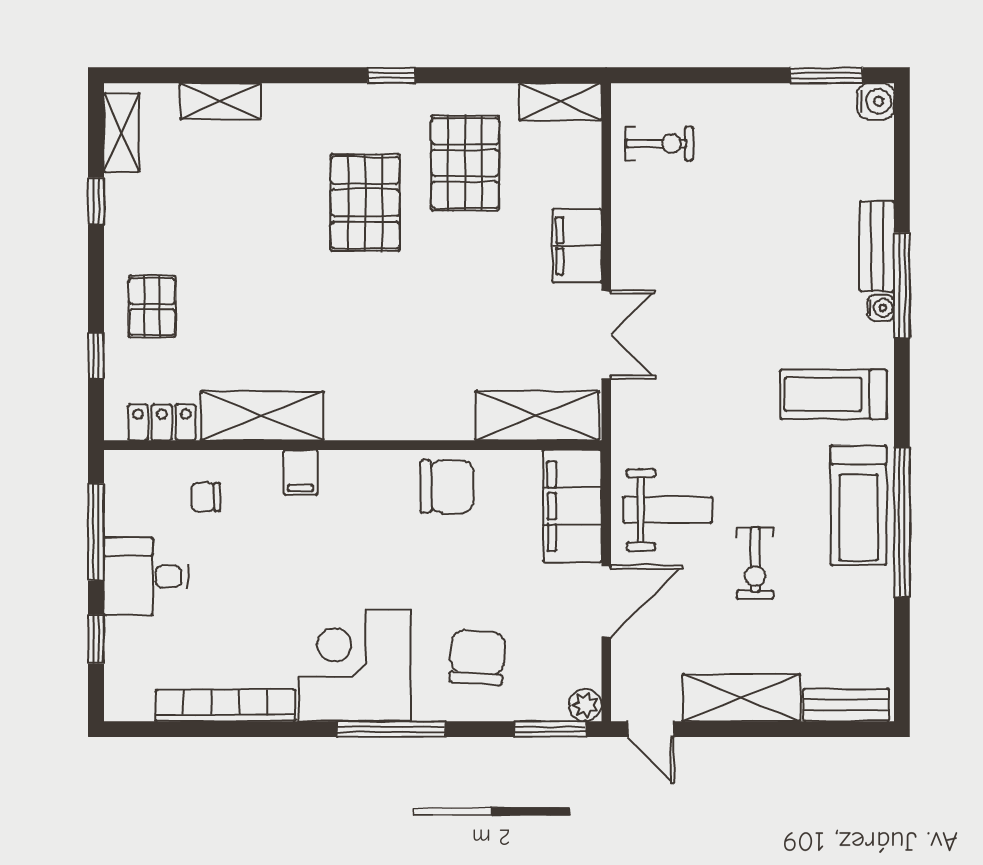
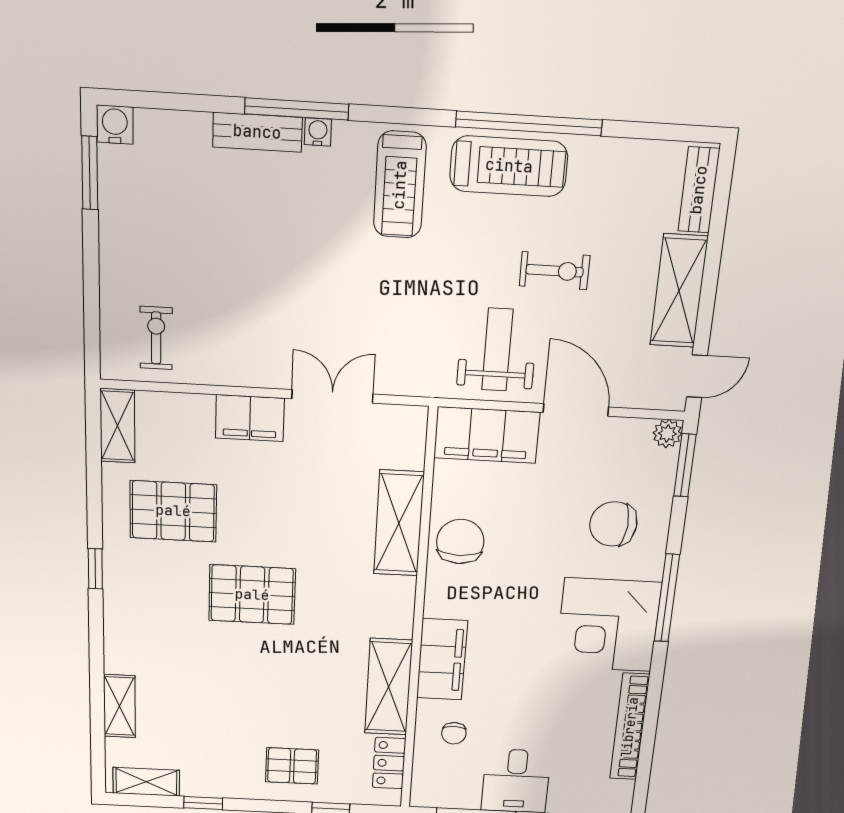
pallet: (365, 203) -> (252, 595), moved
shelving: (537, 416) -> (399, 523), moved
filing cabinet: (301, 472) -> (442, 659), width x3.00, depth x1.17

